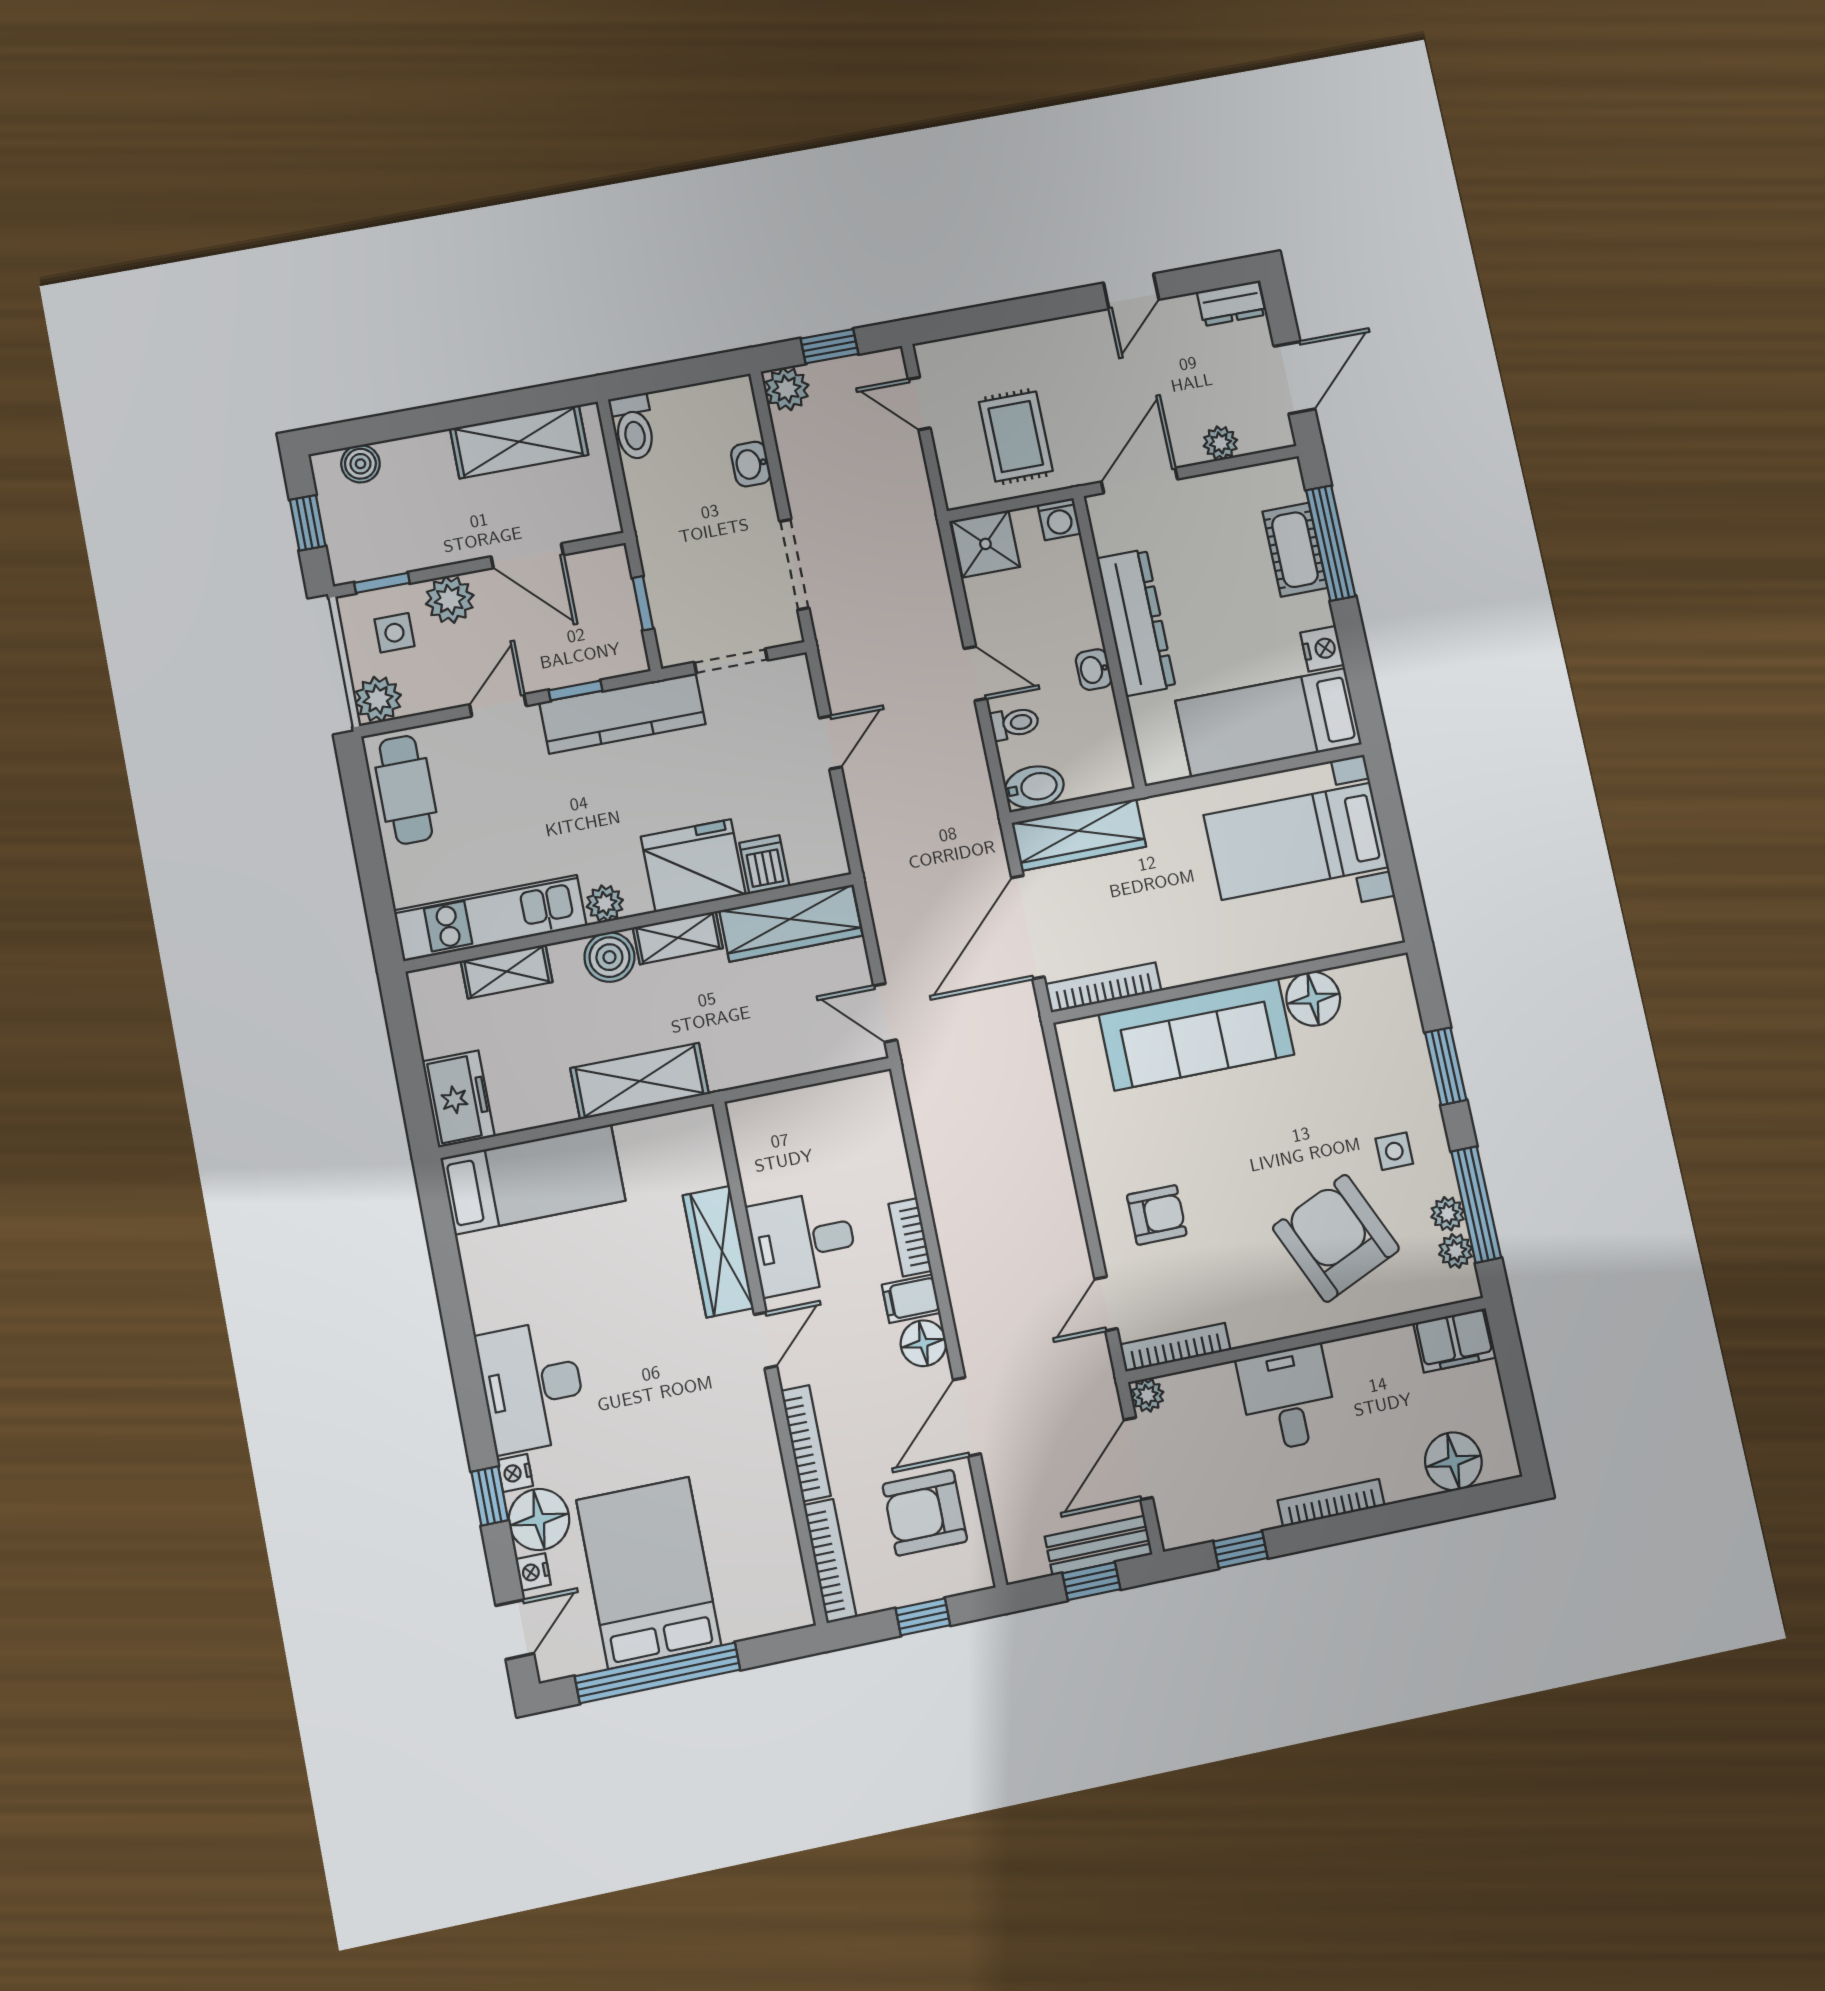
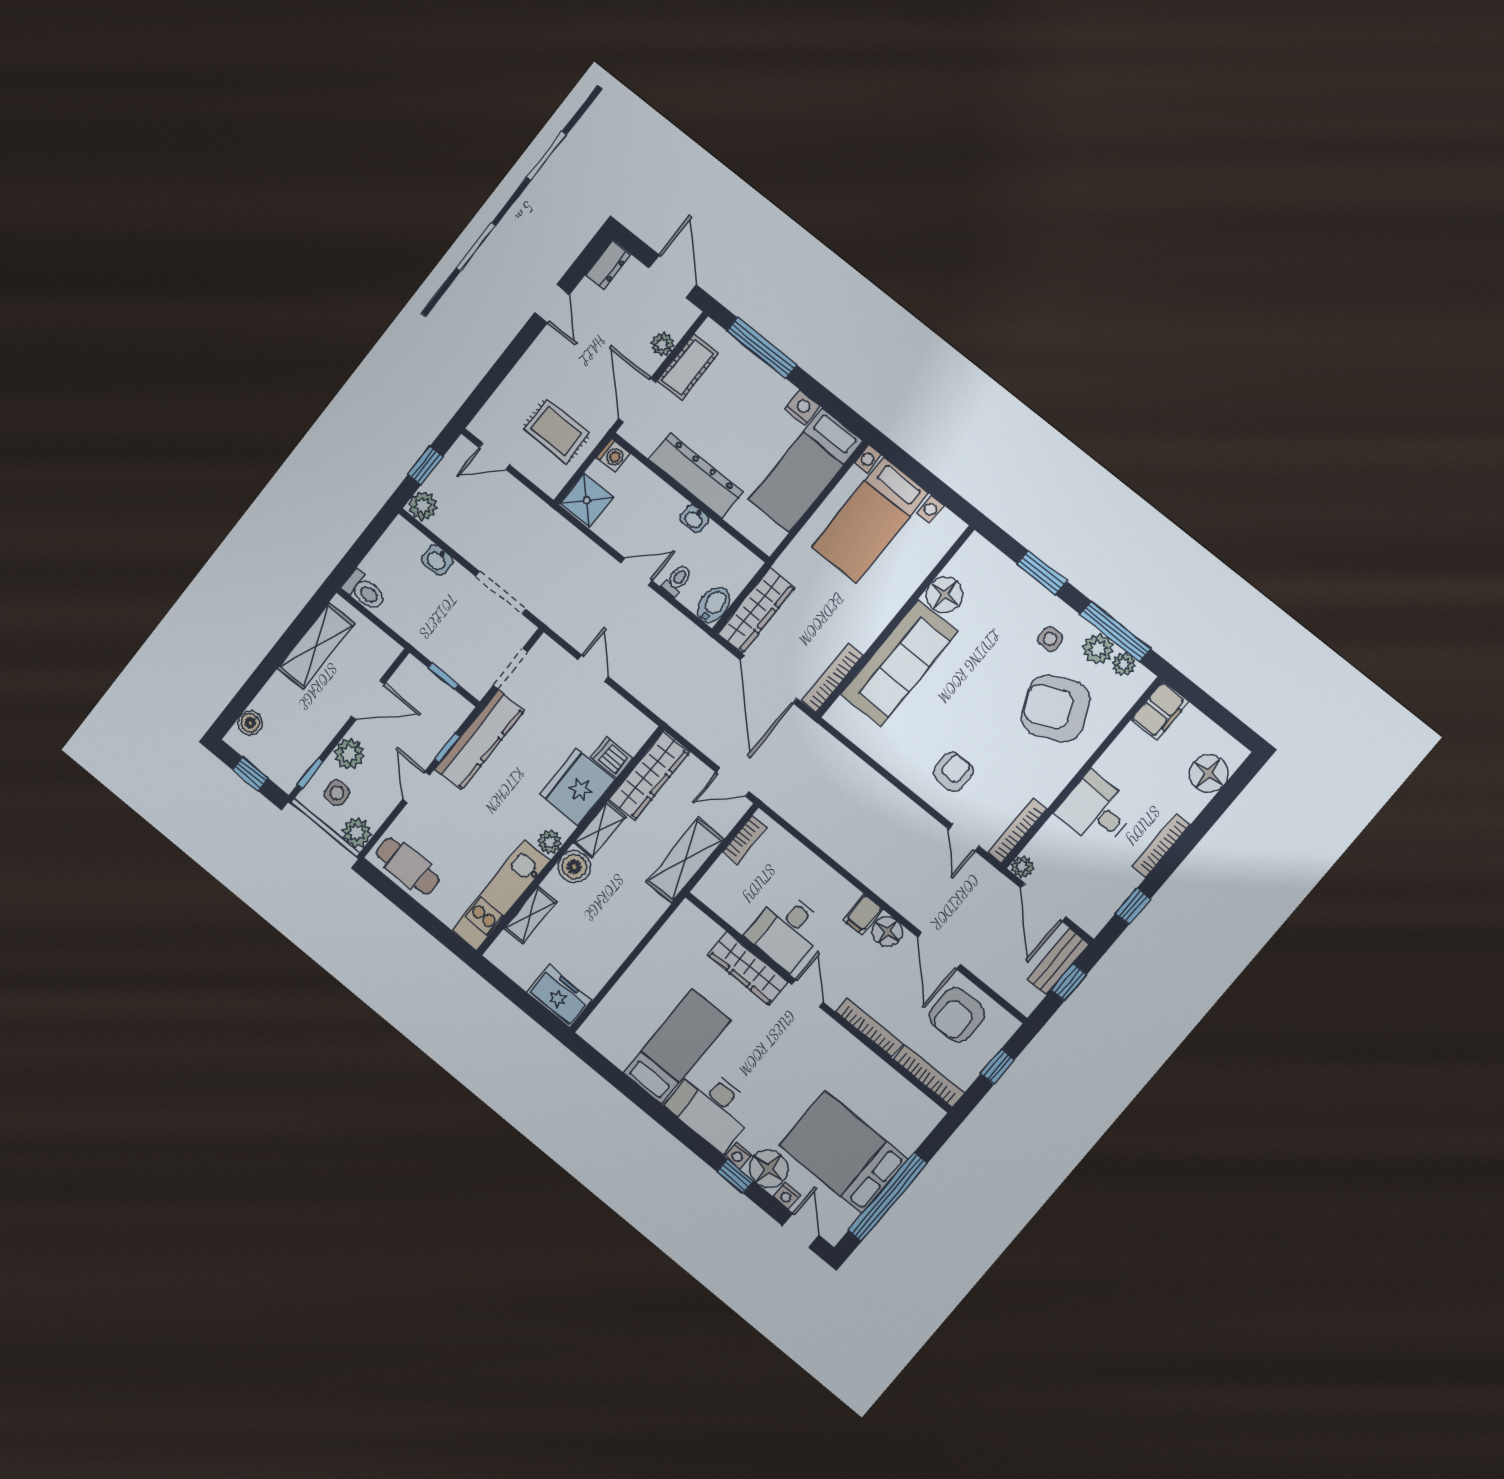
cot: (1295, 550) -> (688, 367), moved, turned 90
shelving: (640, 1081) -> (685, 860), moved
bed: (533, 1179) -> (677, 1046), moved
plant: (1448, 1214) -> (1098, 649), width x1.38, depth x1.38
bookcase: (910, 1237) -> (745, 840), moved, turned -90

